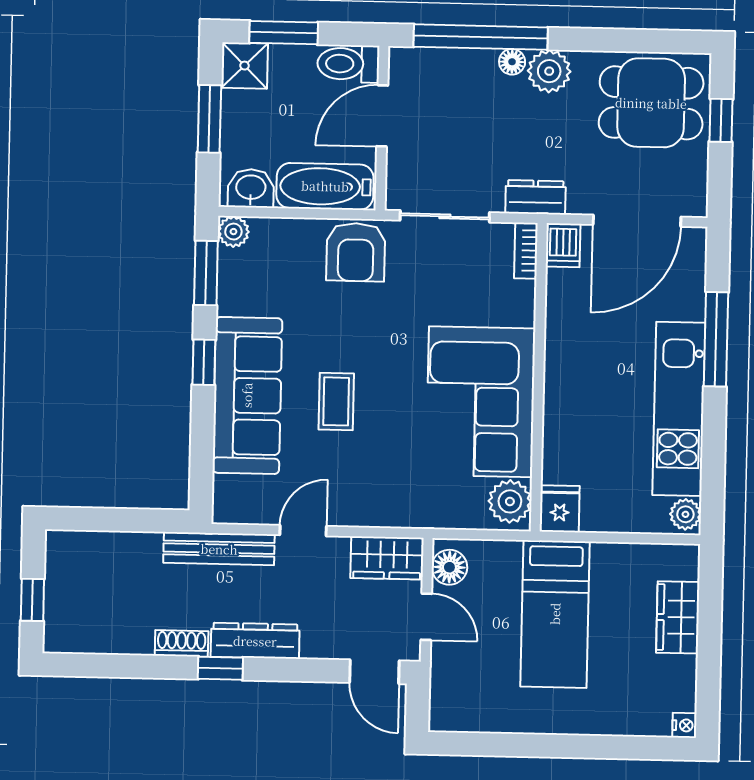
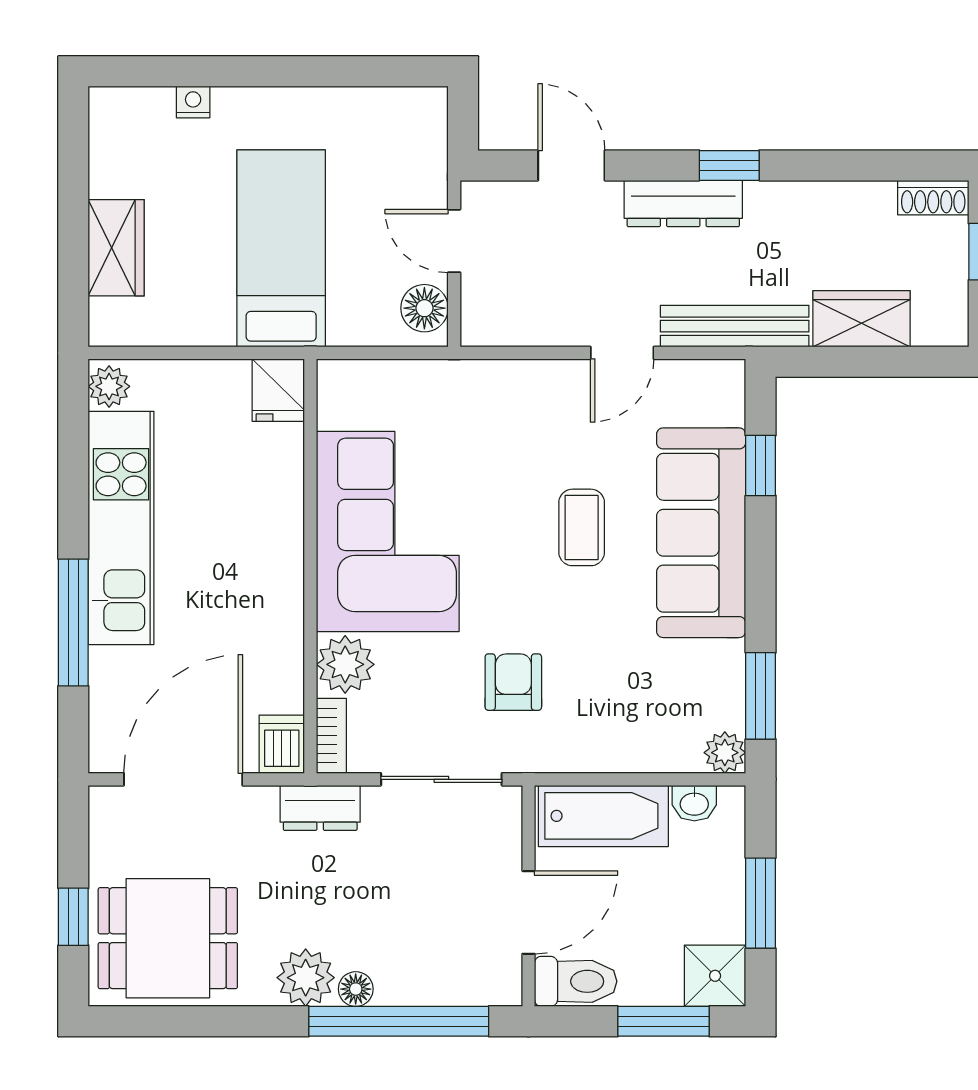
washbasin: (251, 188) -> (694, 803), width x0.72, depth x0.69
armchair: (356, 252) -> (513, 682), moved, width x0.72, depth x0.72
window: (204, 362) -> (761, 465), moved
plant: (510, 501) -> (345, 664), moved
wardrobe: (387, 558) -> (861, 319), moved
shoe rack: (182, 643) -> (933, 198), moved
door: (374, 672) -> (571, 165), moved
nightstand: (684, 725) -> (193, 102), moved, turned 90

